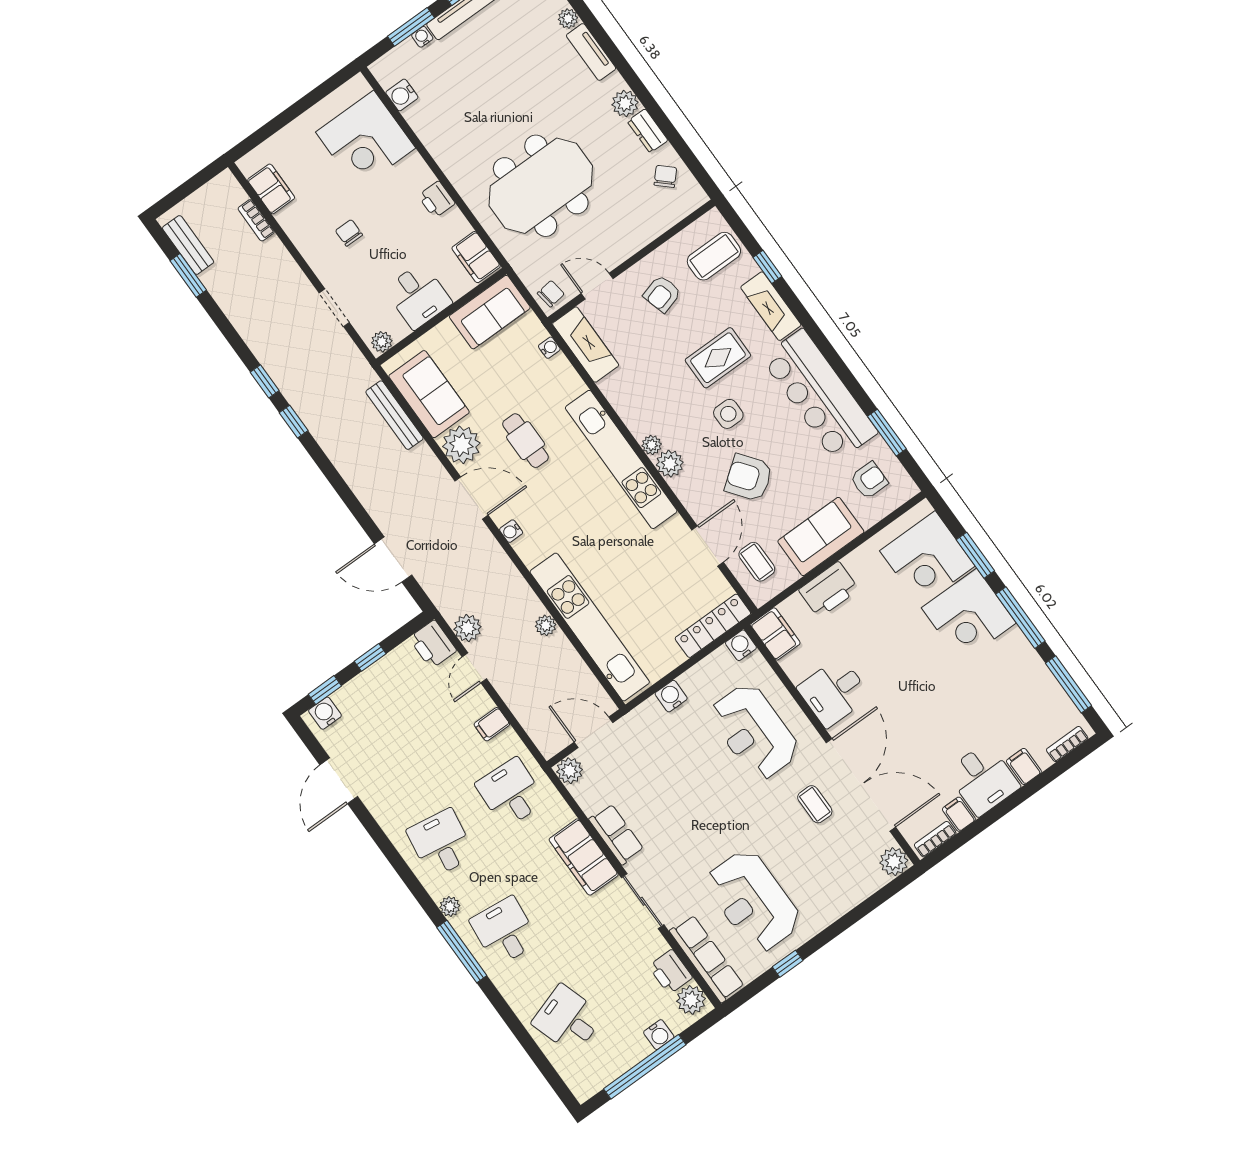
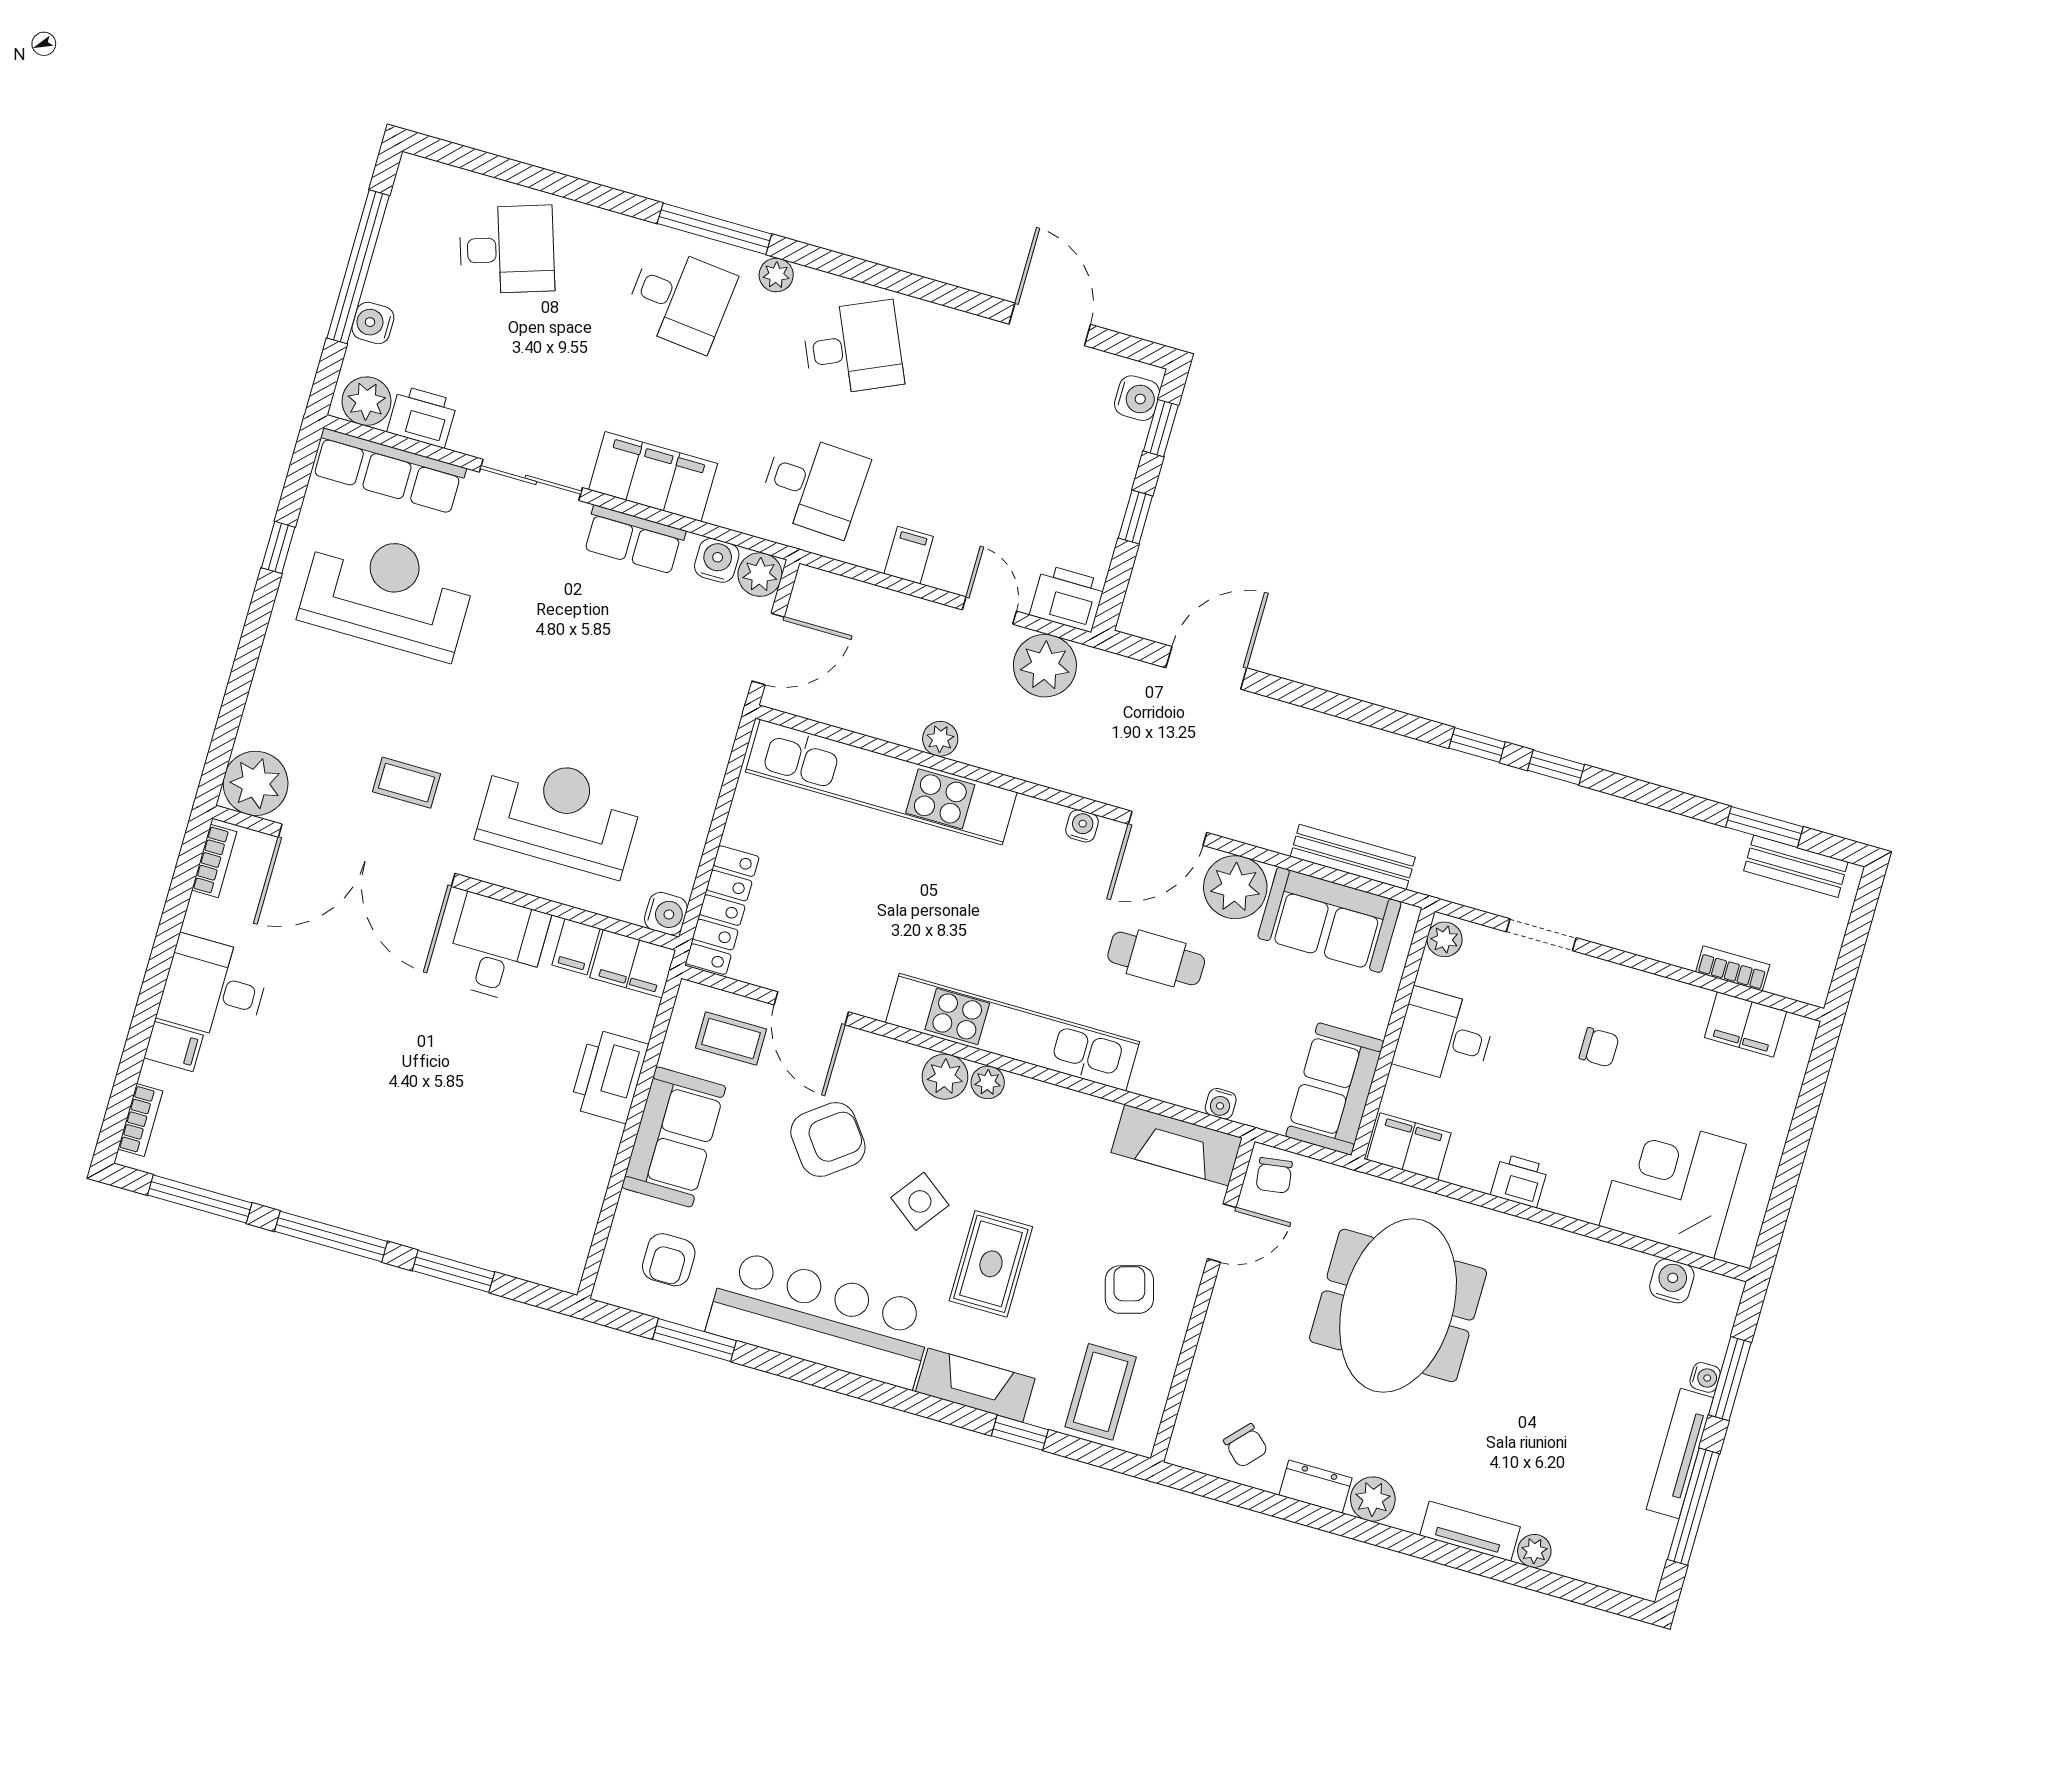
side table: (728, 414) -> (920, 1201), turned 37
corner desk: (927, 558) -> (513, 1218), removed
corner desk: (969, 615) -> (400, 1186), removed
plant: (468, 628) -> (1045, 666), width x1.36, depth x1.36
water cooler: (671, 696) -> (717, 560), moved, turned -90
filing cabinet: (959, 814) -> (576, 947), moved, turned 90
desk: (441, 843) -> (853, 348), turned -33
plant: (894, 862) -> (256, 783), width x1.36, depth x1.36

